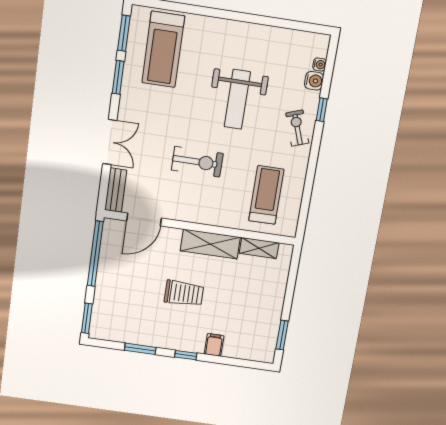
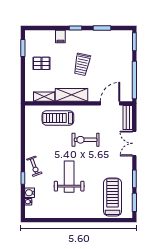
treadmill: (266, 195) -> (58, 118), moved, turned 90
trolley: (184, 293) -> (82, 64), turned -78
pallet: (254, 305) -> (41, 63), added

